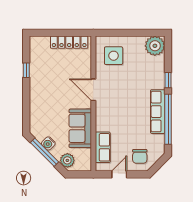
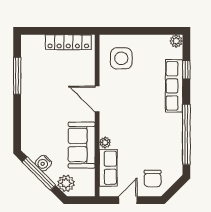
plant: (155, 46) -> (176, 41), width x0.53, depth x0.53
window: (26, 70) -> (17, 76), width x2.17
window: (168, 80) -> (186, 70), moved
row of seats: (158, 112) -> (174, 86), moved
plant: (100, 126) -> (105, 142), added

